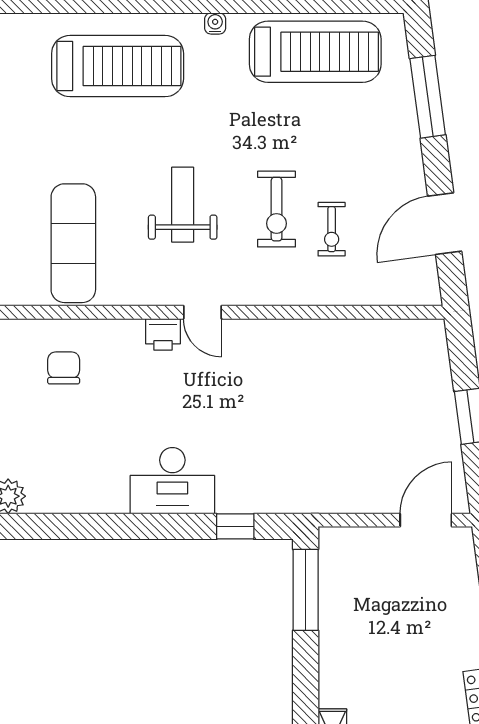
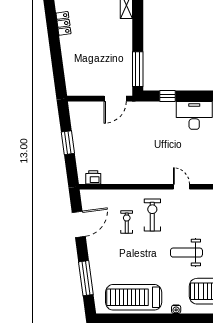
weight bench: (183, 205) -> (186, 253), moved, turned 90
exercise bike: (277, 209) -> (152, 215), moved
printer: (163, 334) -> (93, 177), moved
door: (426, 520) -> (115, 99), moved

